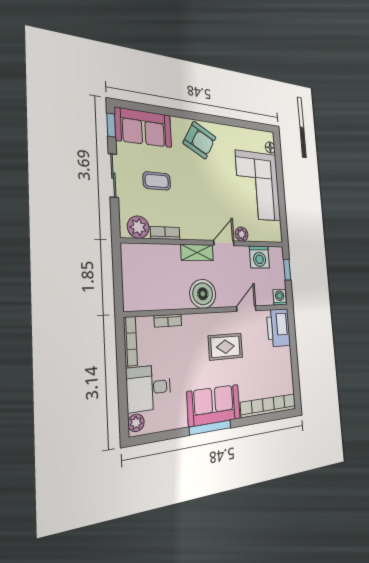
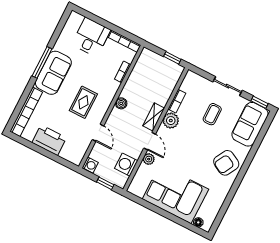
plant: (138, 227) -> (171, 121), moved
window: (117, 266) -> (172, 58), added
boiler: (203, 294) -> (121, 103), width x0.54, depth x0.54
printer: (278, 328) -> (49, 140), moved
plant: (136, 423) -> (77, 19), removed

